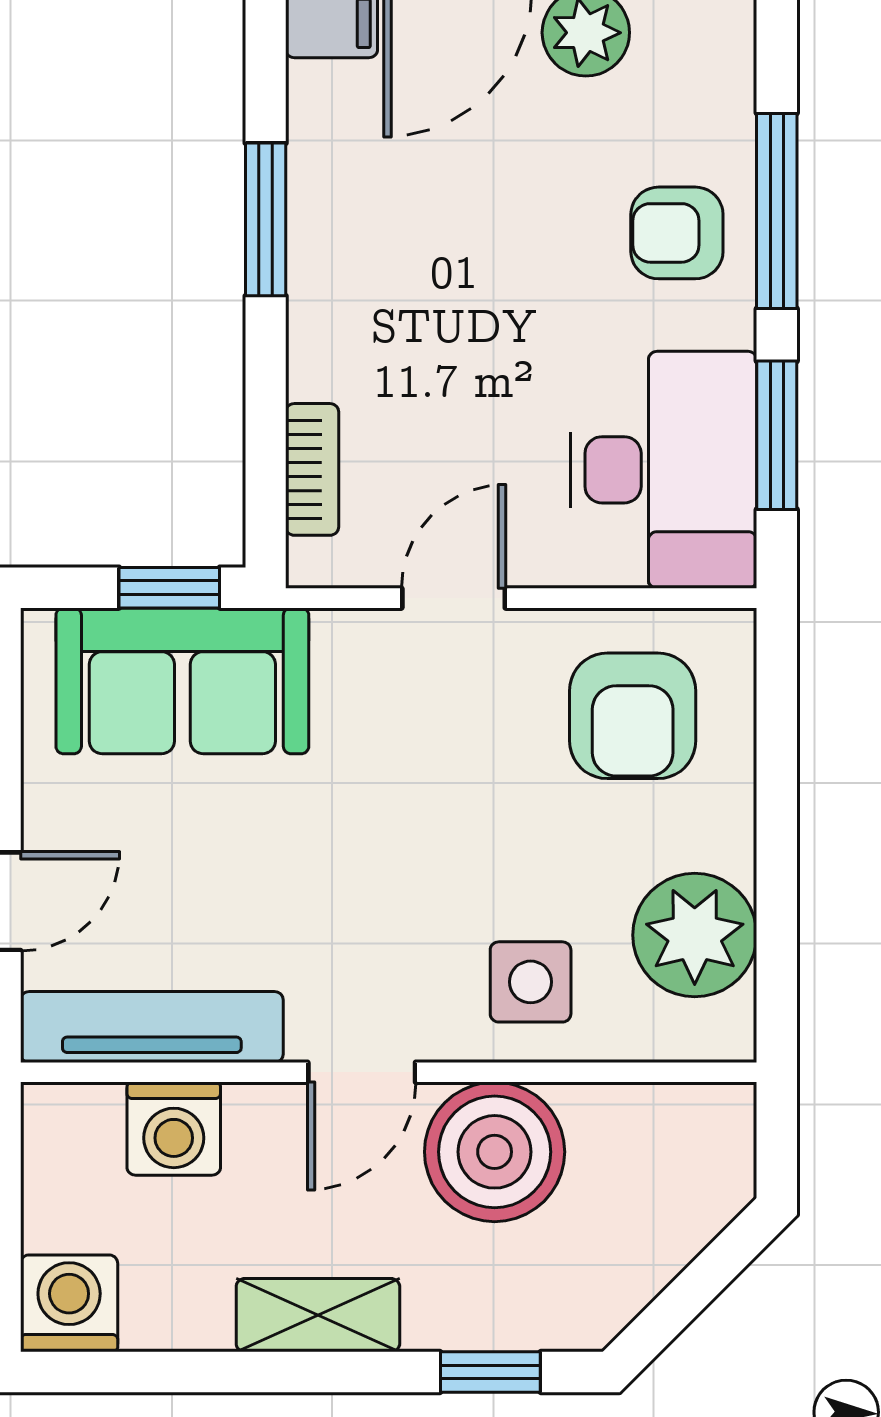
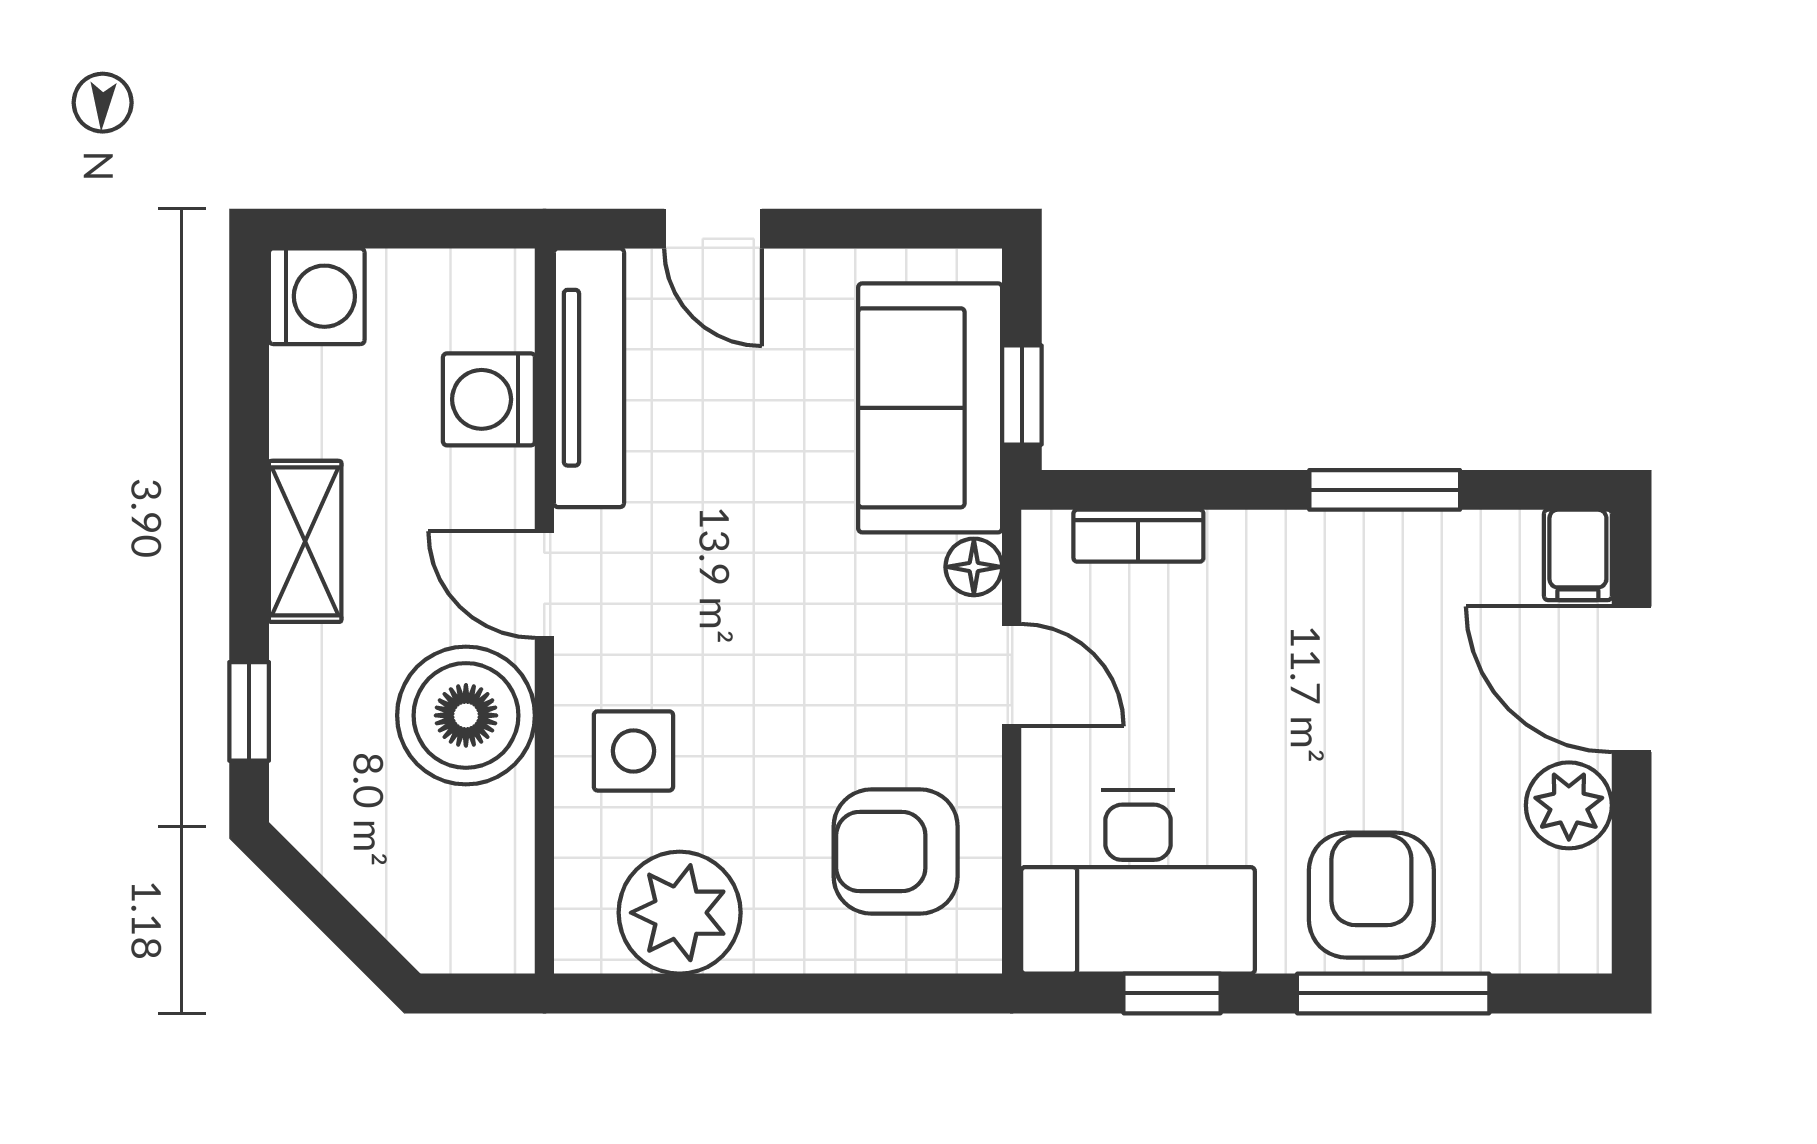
armchair: (677, 233) -> (1371, 895), width x1.38, depth x1.38
window: (777, 435) -> (1172, 993), width x0.67
floor lamp: (344, 637) -> (974, 567), added

